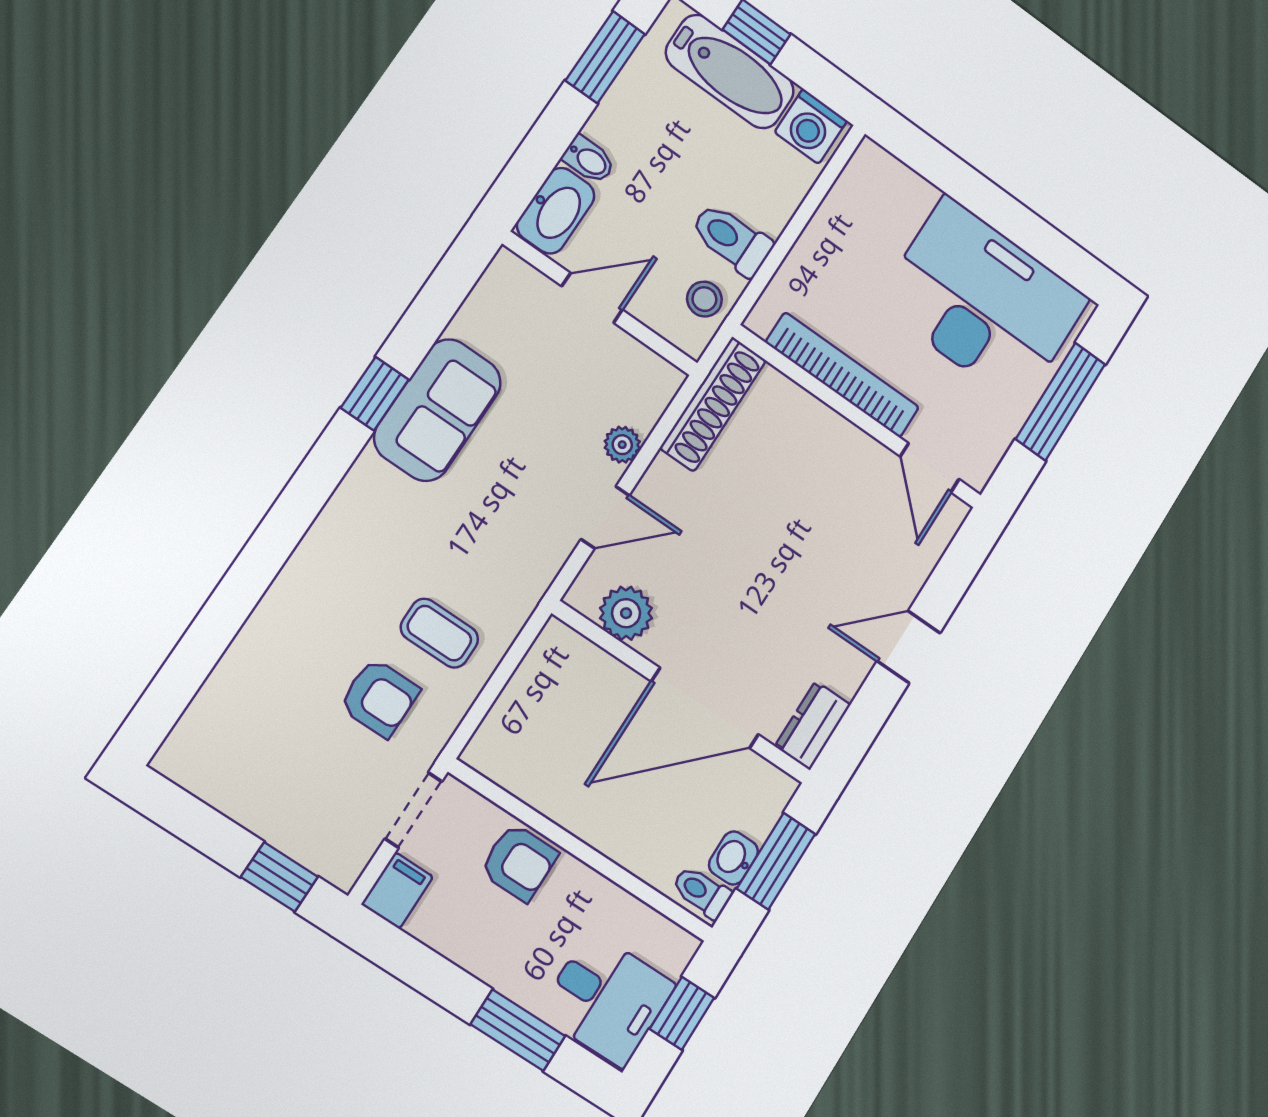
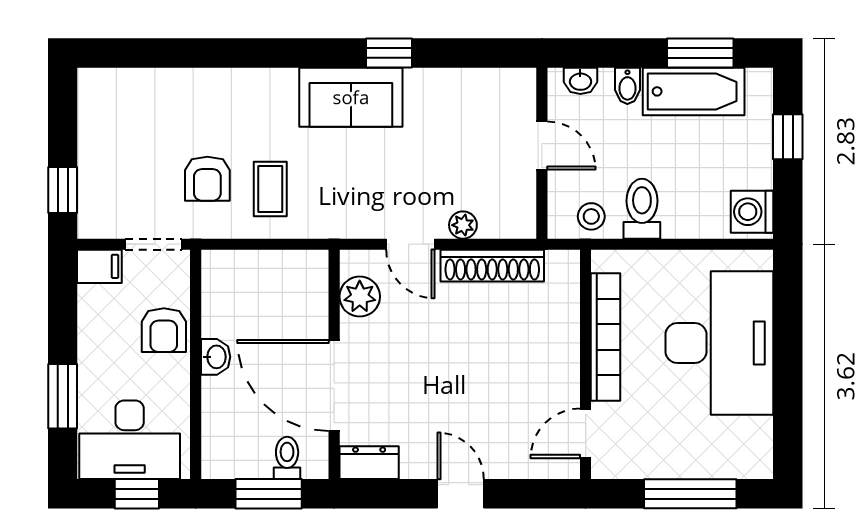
bathtub: (730, 72) -> (694, 91), moved, turned -90
washbasin: (556, 211) -> (580, 81), width x0.52, depth x0.69
desk: (983, 301) -> (719, 343), moved
shoe rack: (713, 404) -> (492, 266), moved
sofa: (438, 410) -> (351, 97), moved
washbasin: (733, 858) -> (216, 357), moved, turned 90
toilet: (702, 892) -> (287, 458), moved
desk: (607, 999) -> (130, 440), width x1.37

